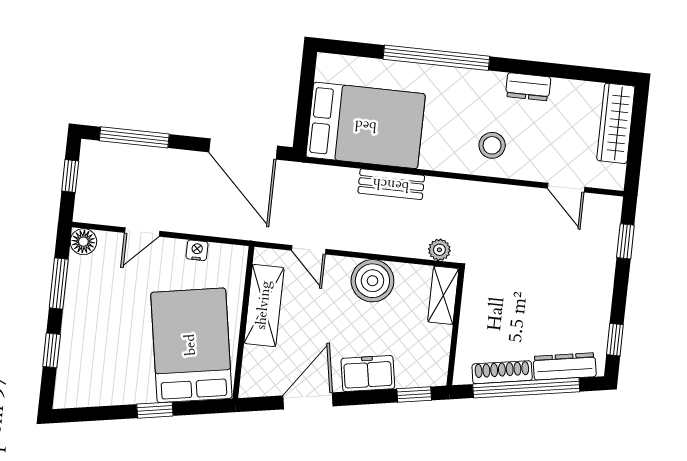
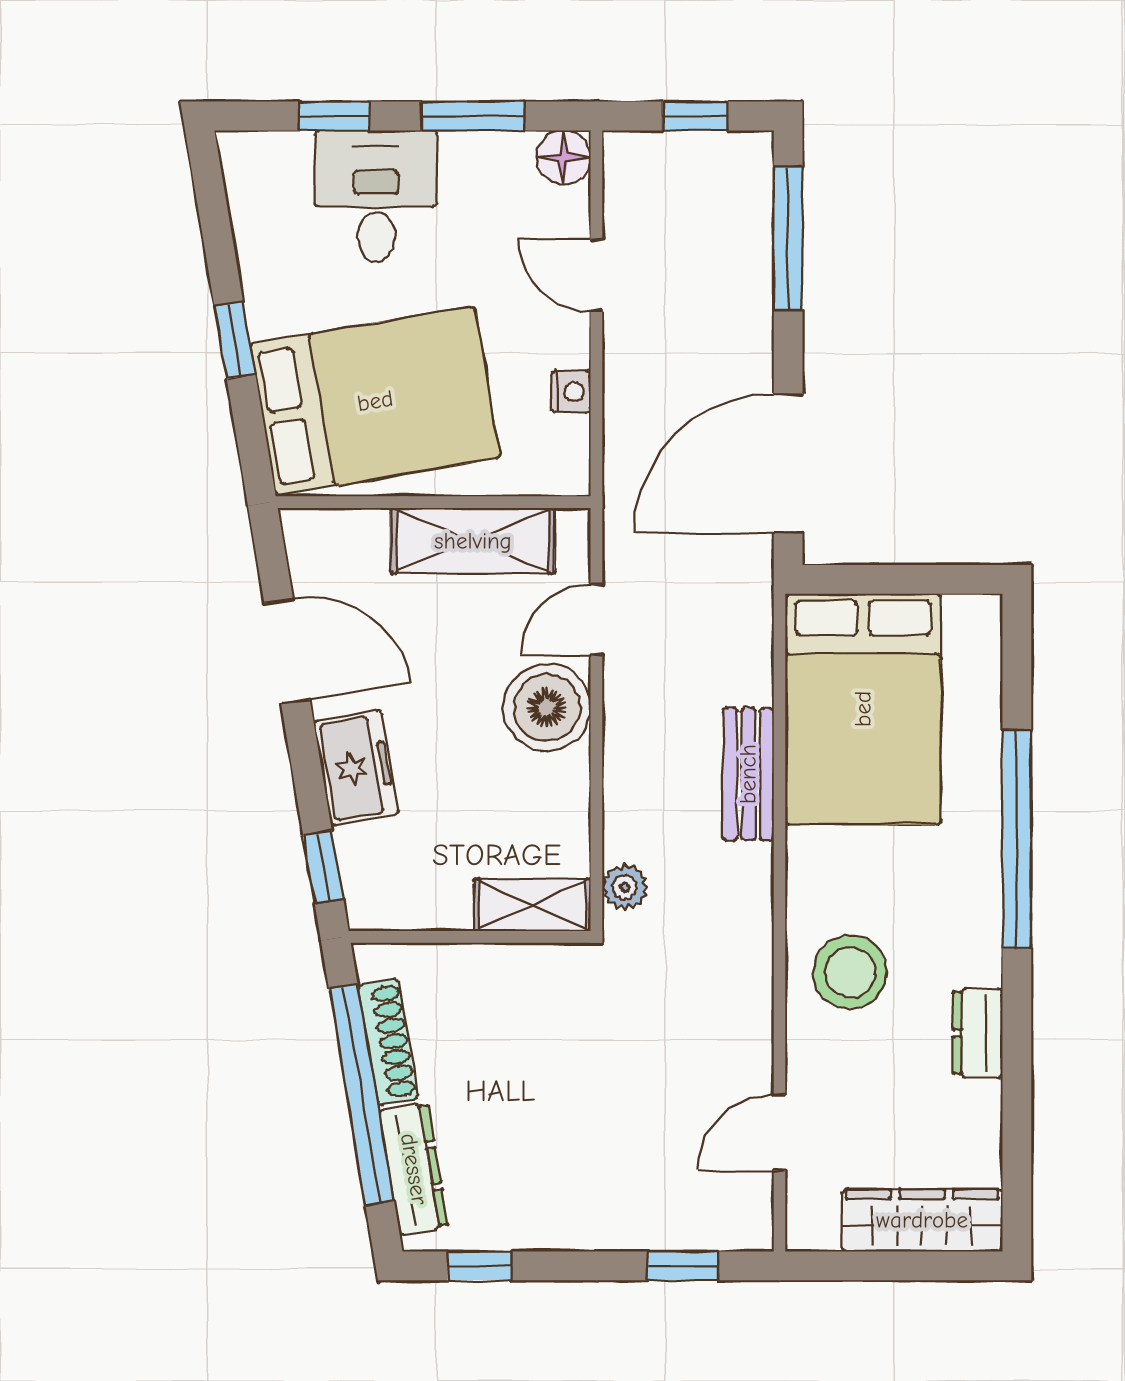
stool: (492, 145) -> (850, 972), width x1.38, depth x1.38
boiler: (372, 281) -> (547, 708), moved
desk: (93, 334) -> (376, 196), added

